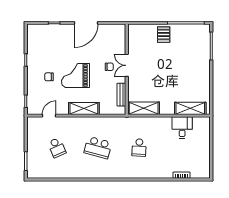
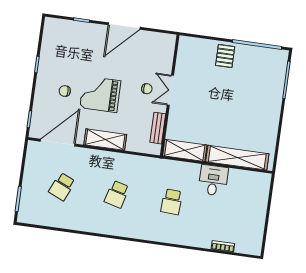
shelving: (190, 108) -> (237, 158), width x1.47
door: (49, 116) -> (58, 143), width x1.88
desk: (182, 128) -> (213, 180), moved
school desk: (57, 148) -> (62, 187), turned 48
school desk: (98, 148) -> (117, 194), width x0.54

